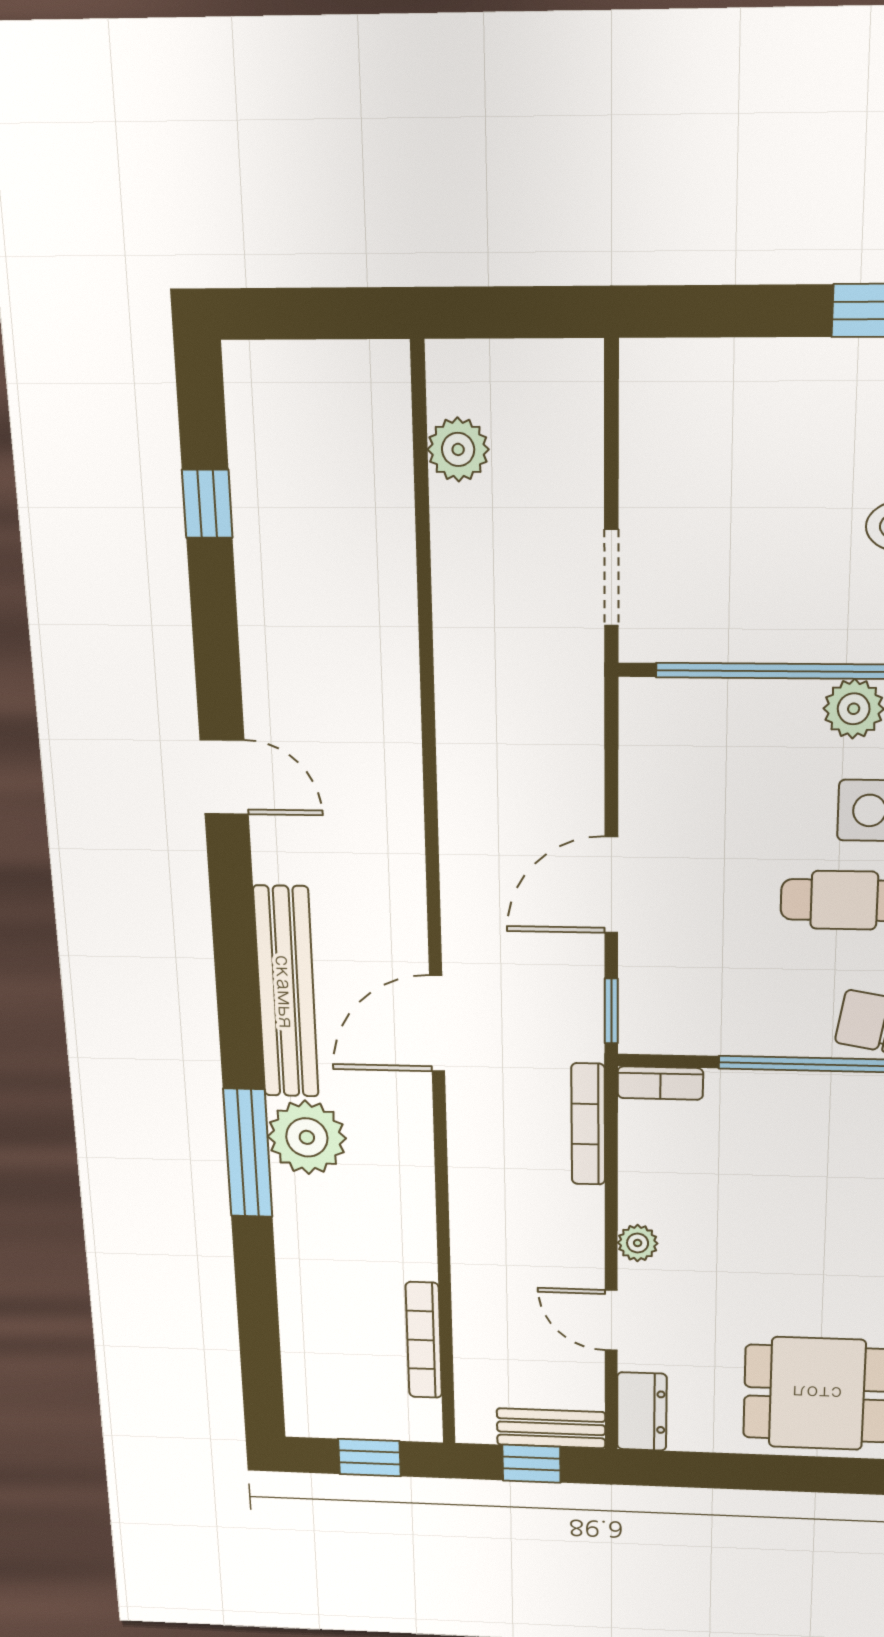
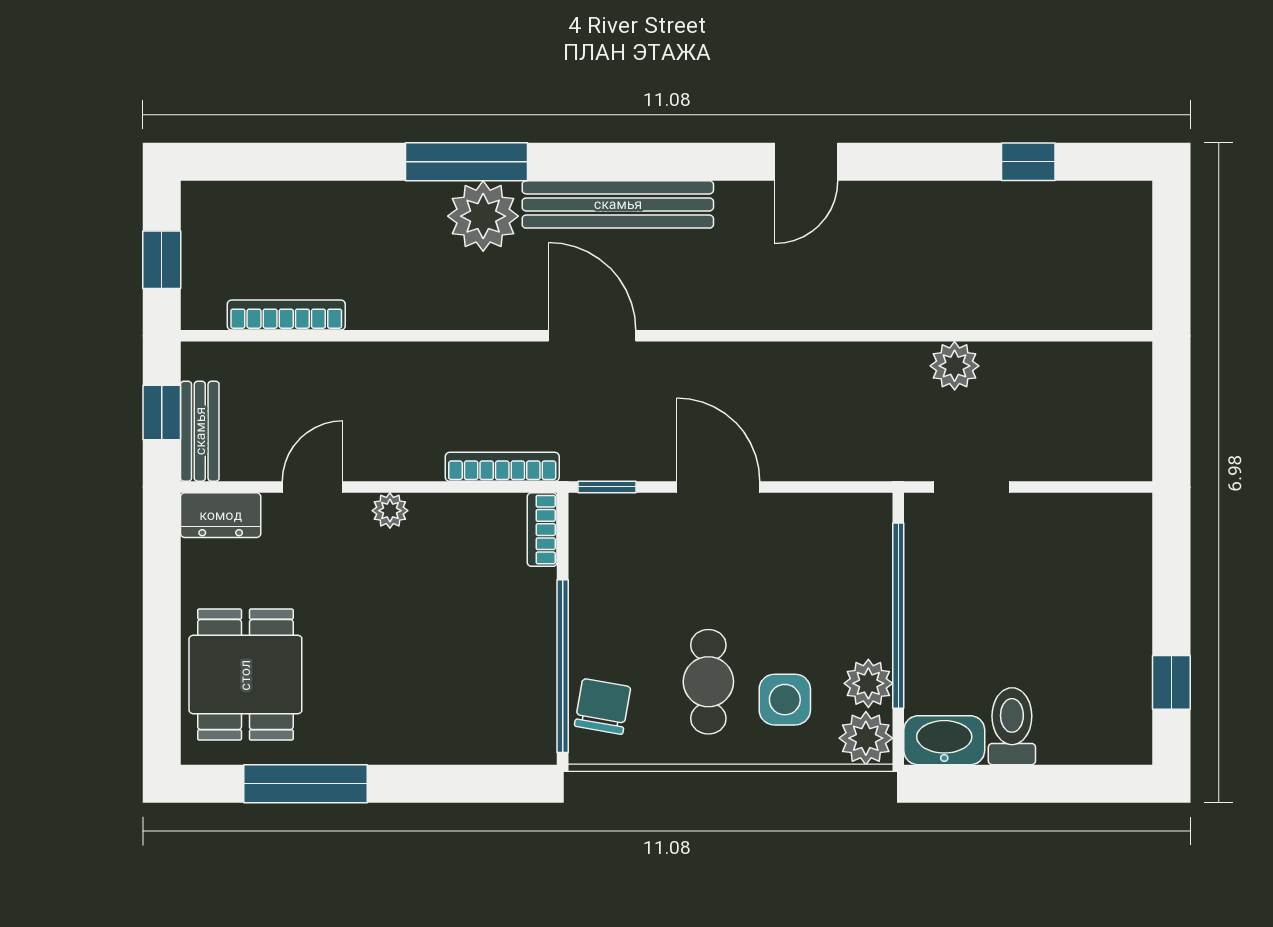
plant: (458, 449) -> (955, 366), moved

